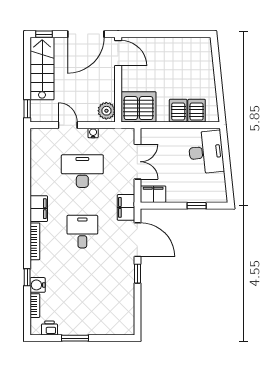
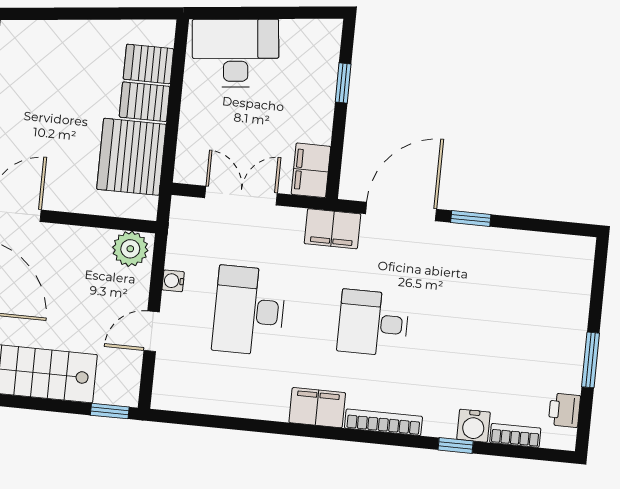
server rack: (138, 107) -> (131, 157), moved

